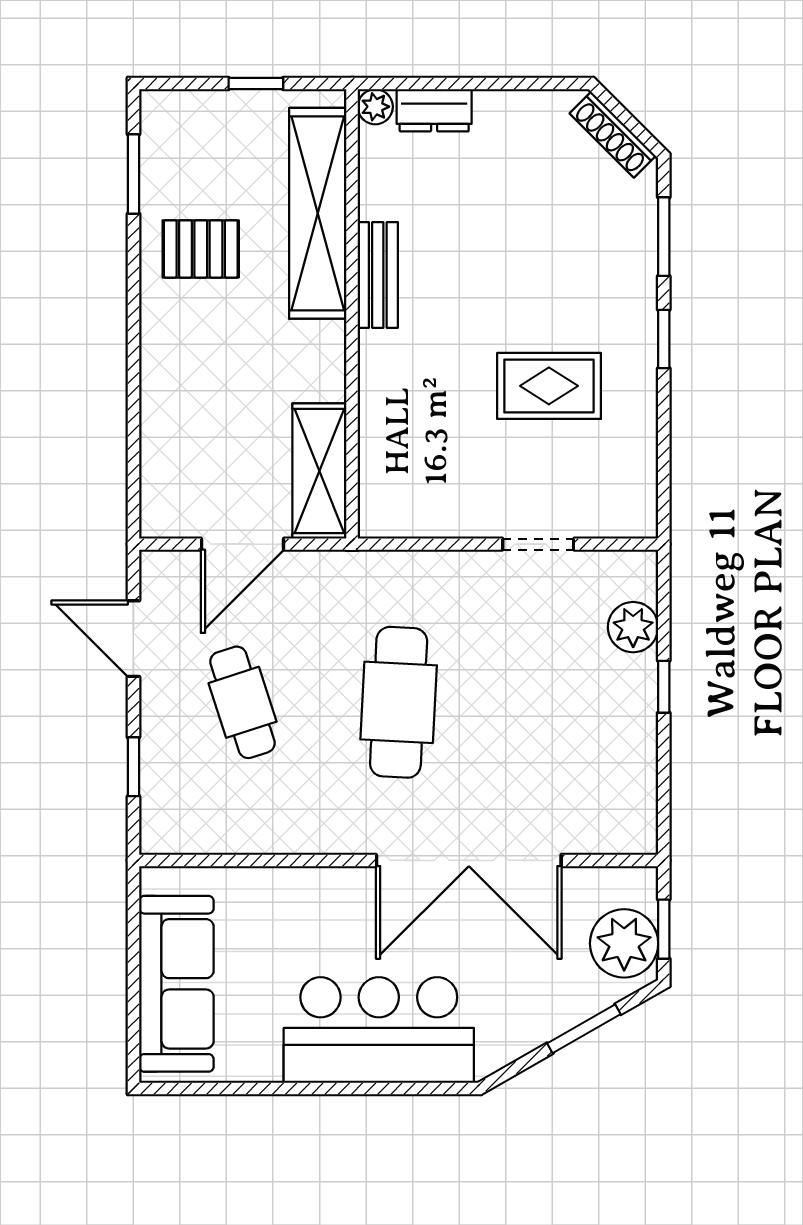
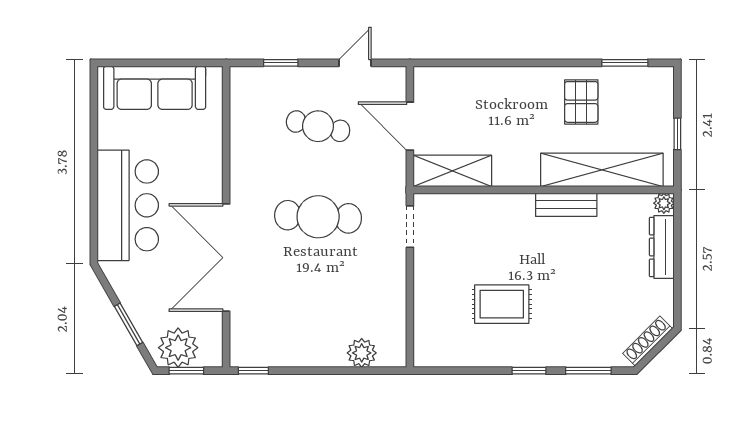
dresser: (434, 110) -> (662, 247), width x1.44
rug: (549, 386) -> (502, 304), turned 90
doorway: (538, 544) -> (410, 227), moved
door: (133, 639) -> (355, 63), width x0.73
window: (664, 687) -> (253, 371), moved
cafe table: (243, 702) -> (318, 126), turned 30

